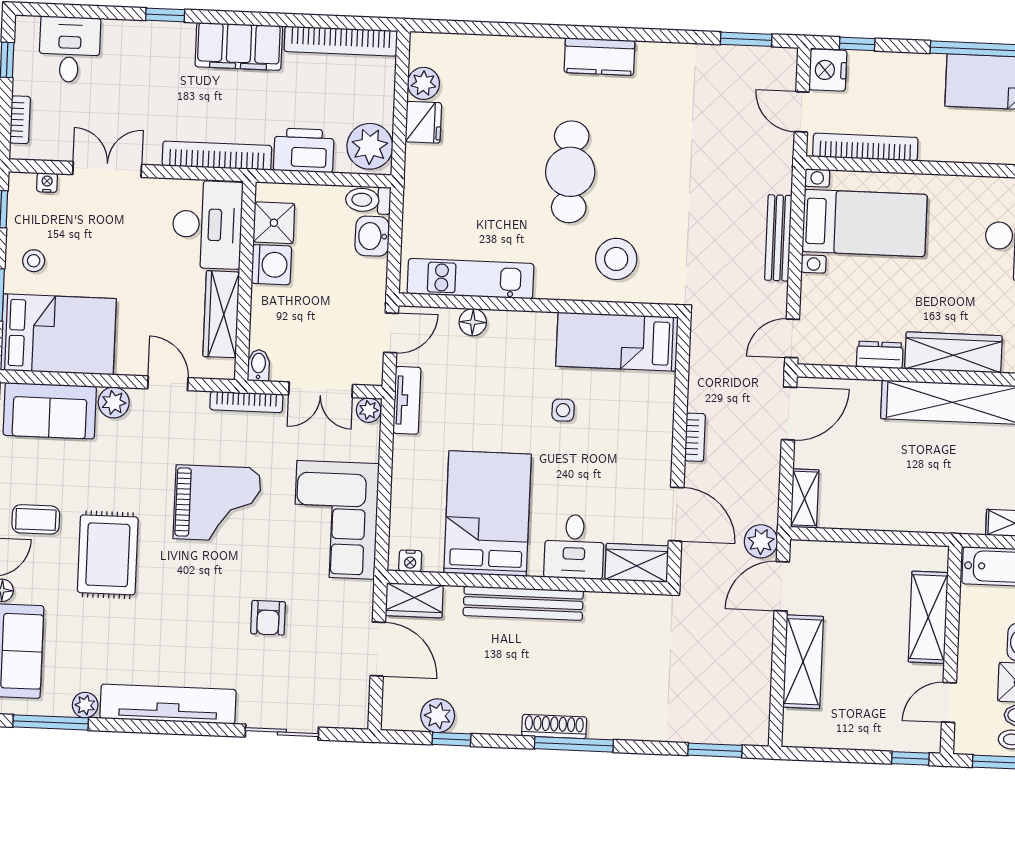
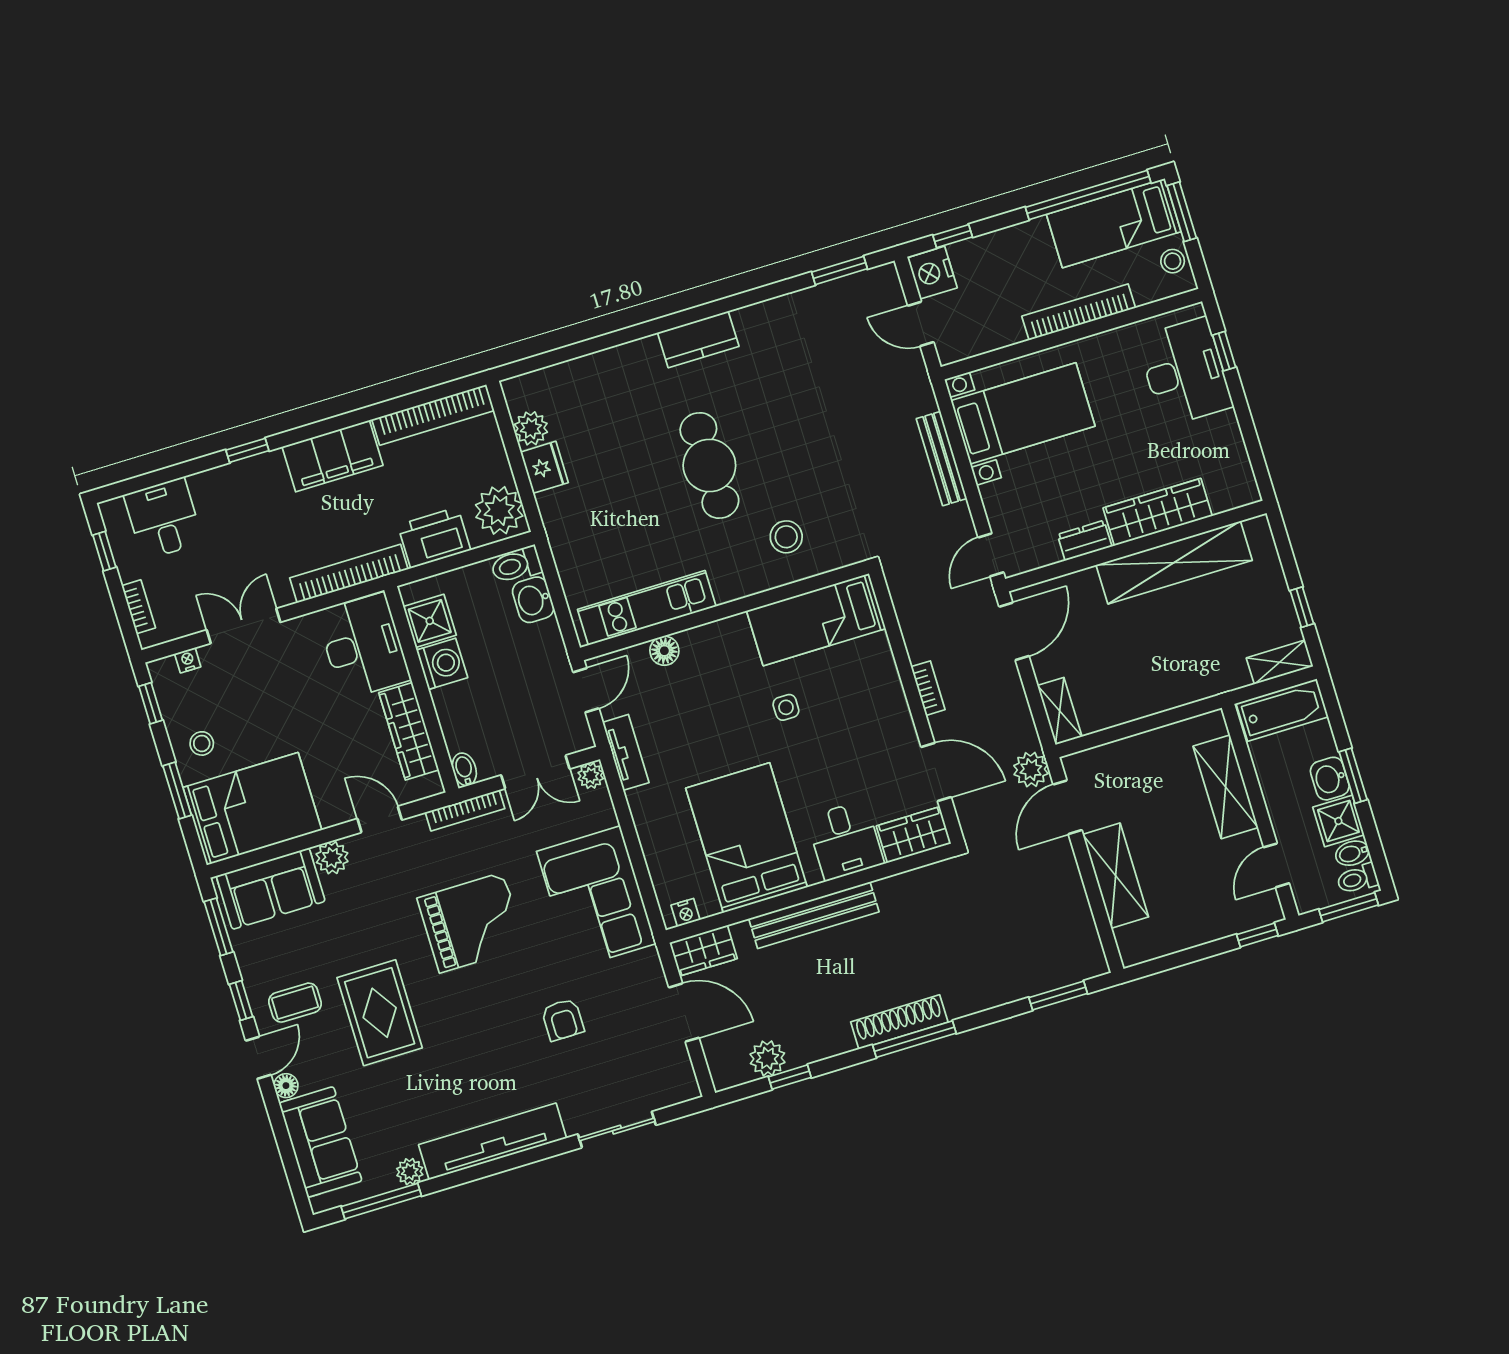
bookcase: (865, 147) -> (1079, 312), moved
stool: (616, 259) -> (786, 537), width x0.73, depth x0.73
shoe rack: (554, 727) -> (899, 1022), width x1.36, depth x1.24

